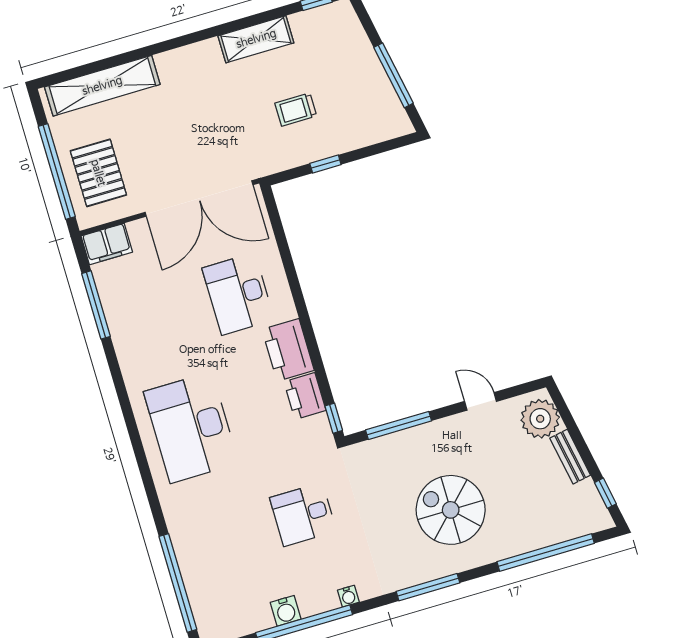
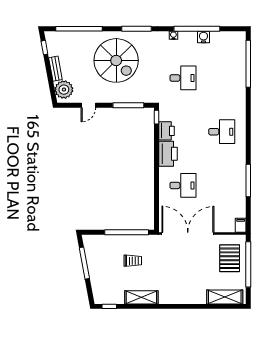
shelving: (102, 86) -> (225, 297), width x0.68
window: (325, 164) -> (127, 232), width x3.17
filing cabinet: (107, 244) -> (241, 225), width x0.50
desk: (238, 294) -> (183, 185), width x0.73
window: (96, 305) -> (248, 180), moved
door: (480, 401) -> (88, 105), hinge flipped
desk: (191, 428) -> (222, 132), width x0.53, depth x0.77
spiral stairs: (451, 510) -> (116, 60), width x1.37, depth x1.37

